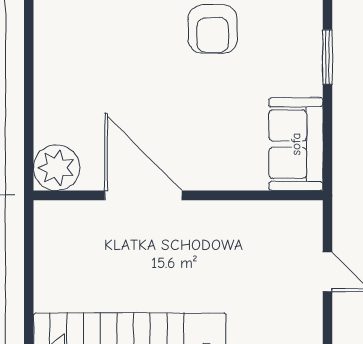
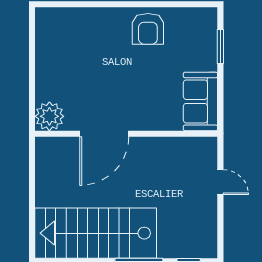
door: (143, 195) -> (104, 134), swing flipped

